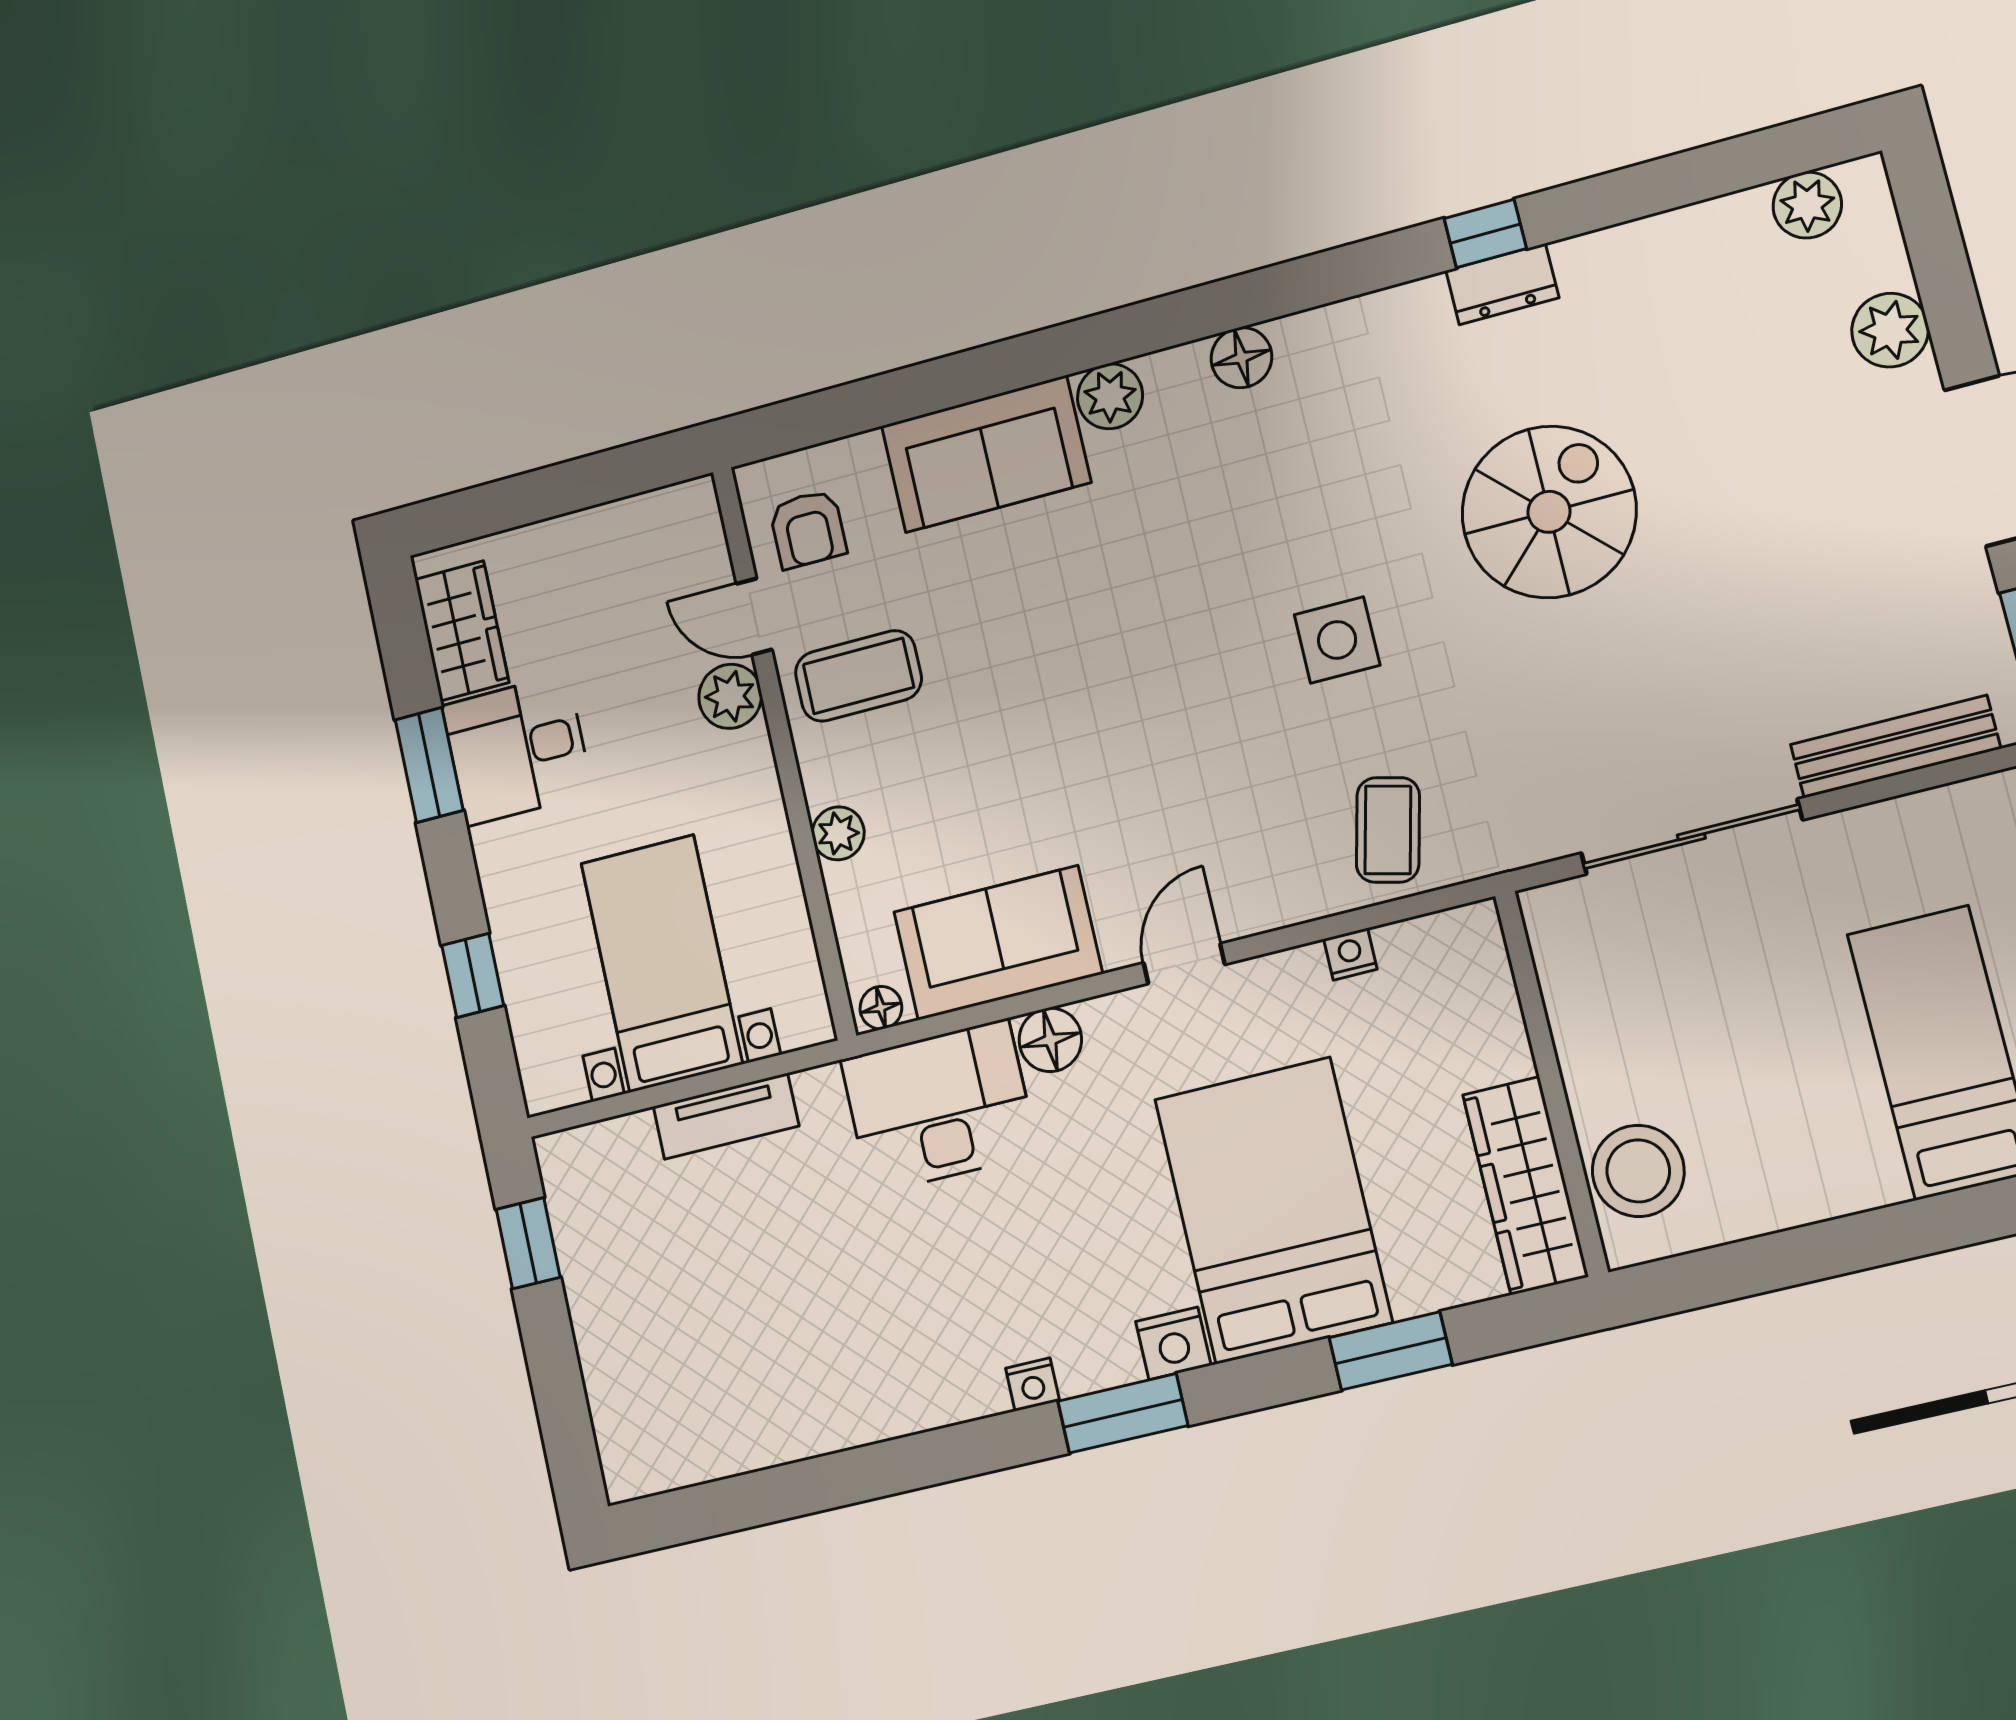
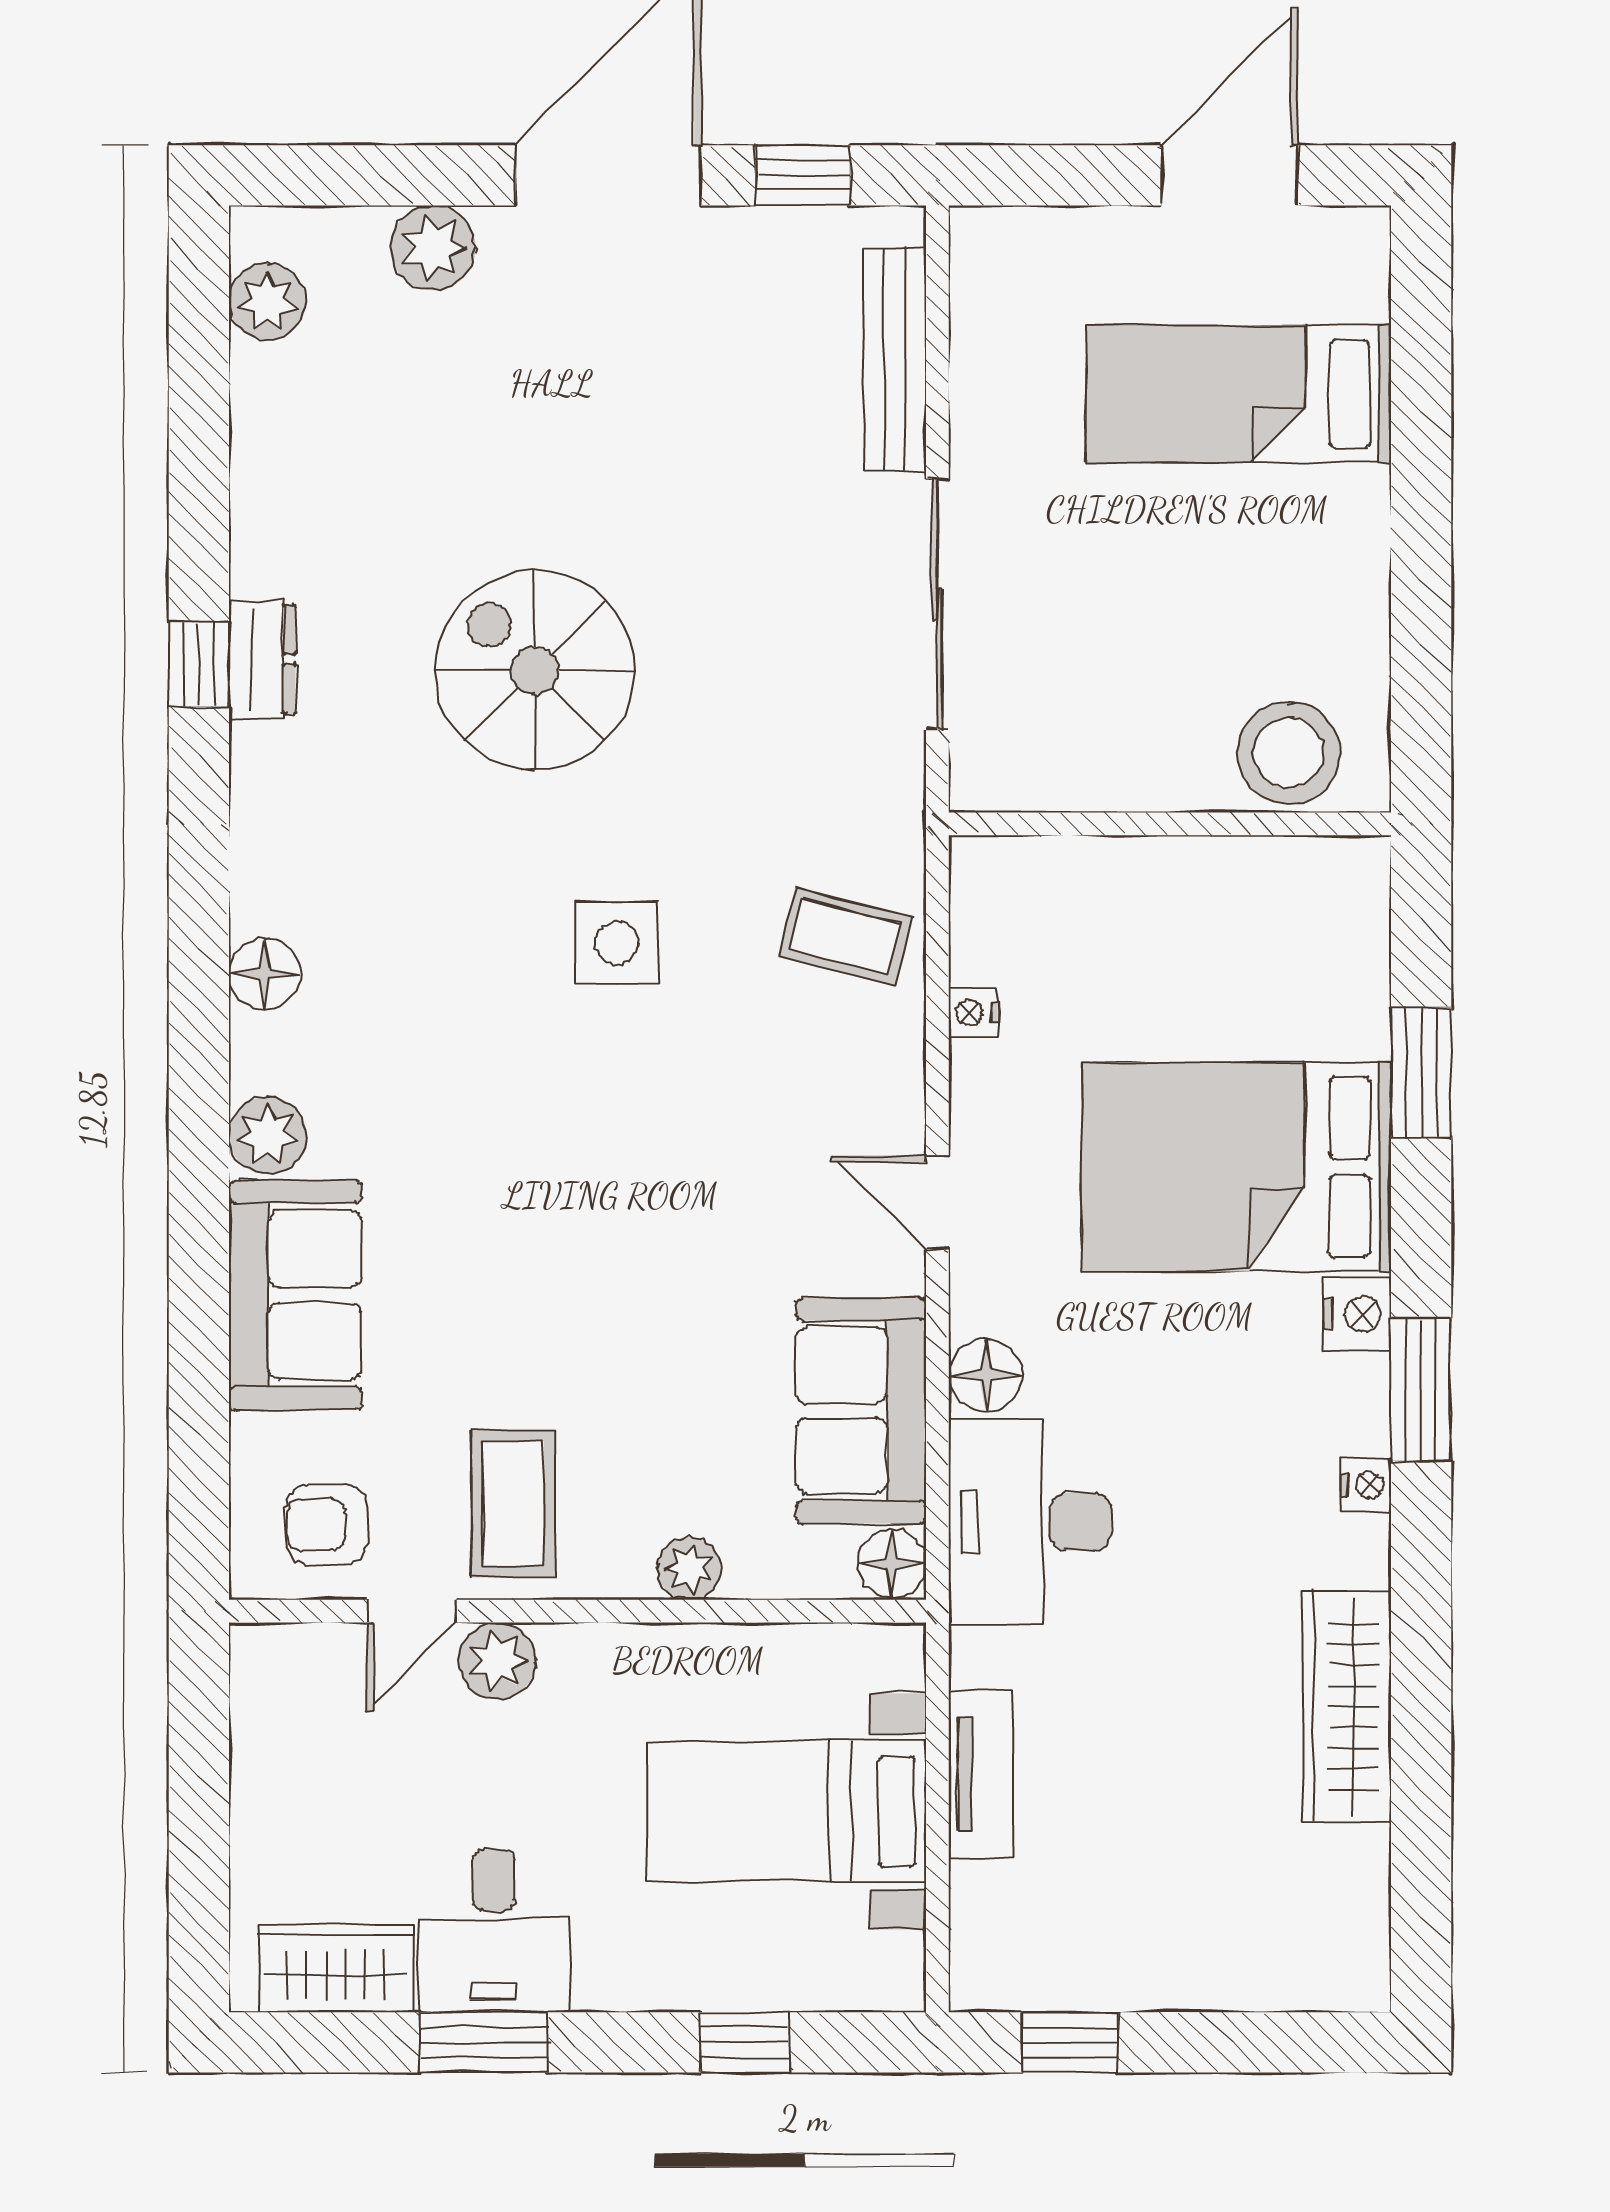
armchair: (808, 529) -> (326, 1524), turned 180
floor lamp: (881, 1008) -> (892, 1564), width x1.37, depth x1.37
wardrobe: (1525, 1186) -> (1346, 1707), moved, turned 90

